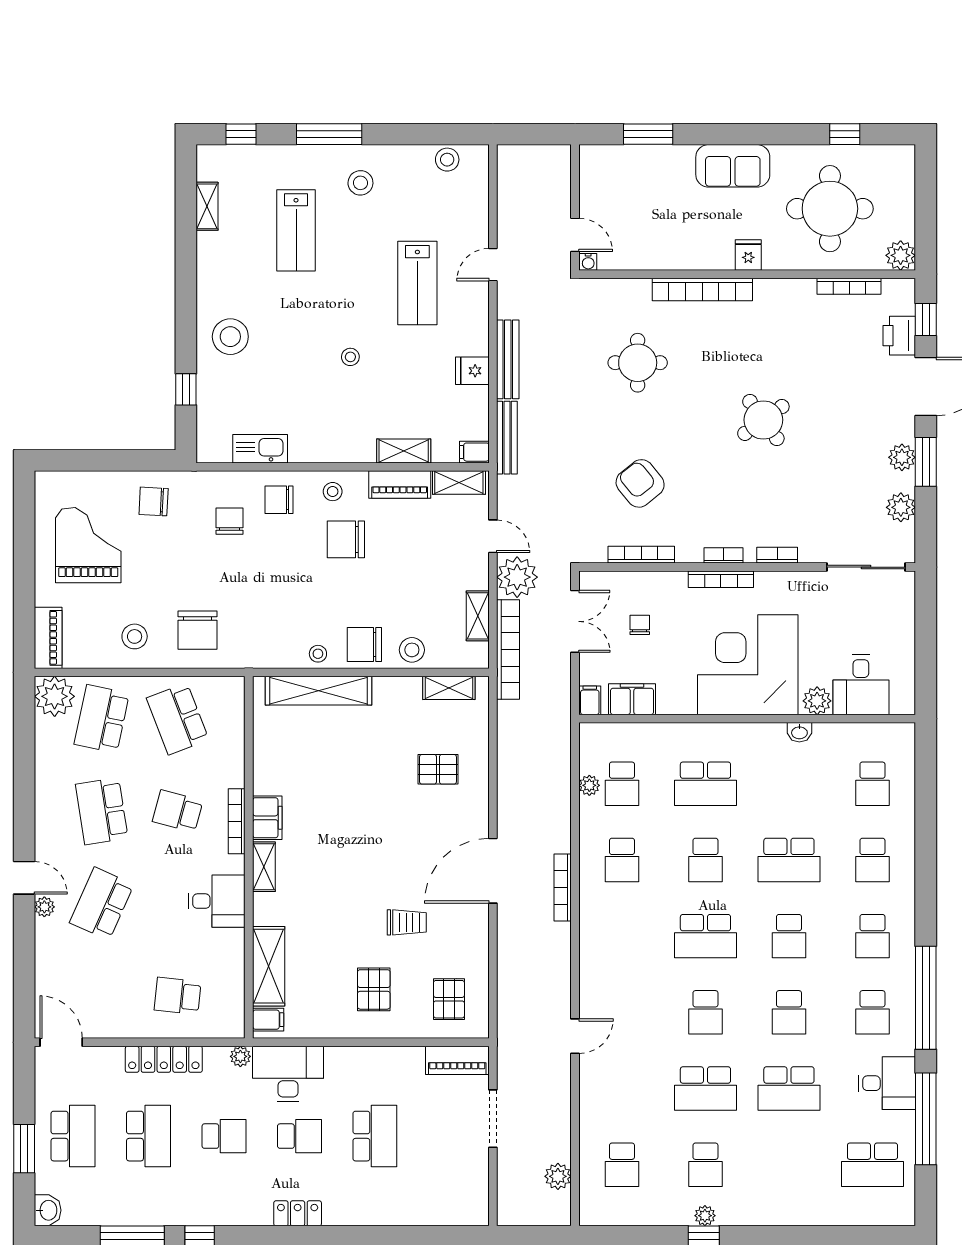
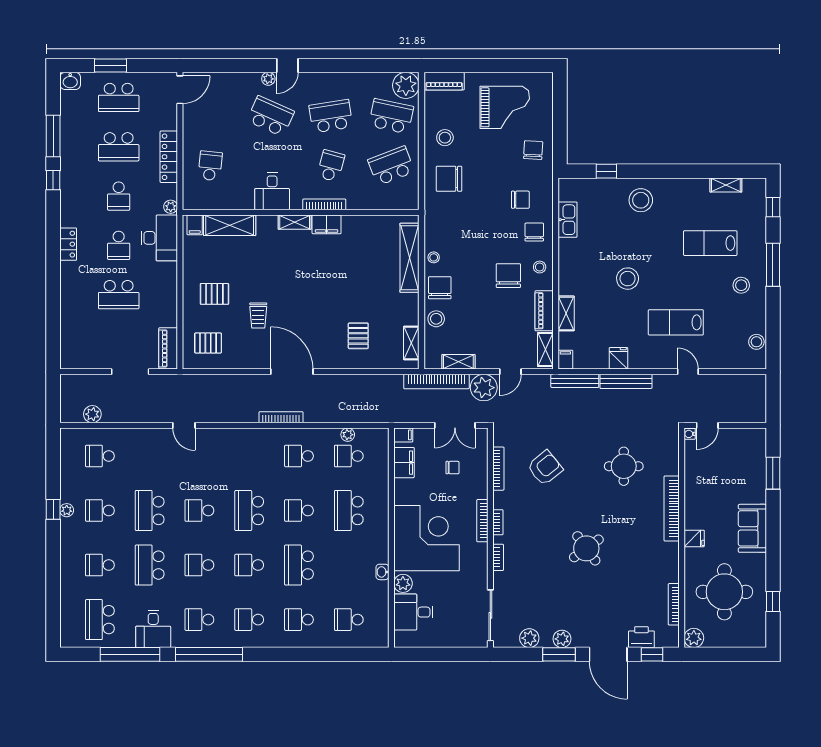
stool: (350, 357) -> (628, 279), width x1.89, depth x1.89
school desk: (789, 1165) -> (100, 565), added

